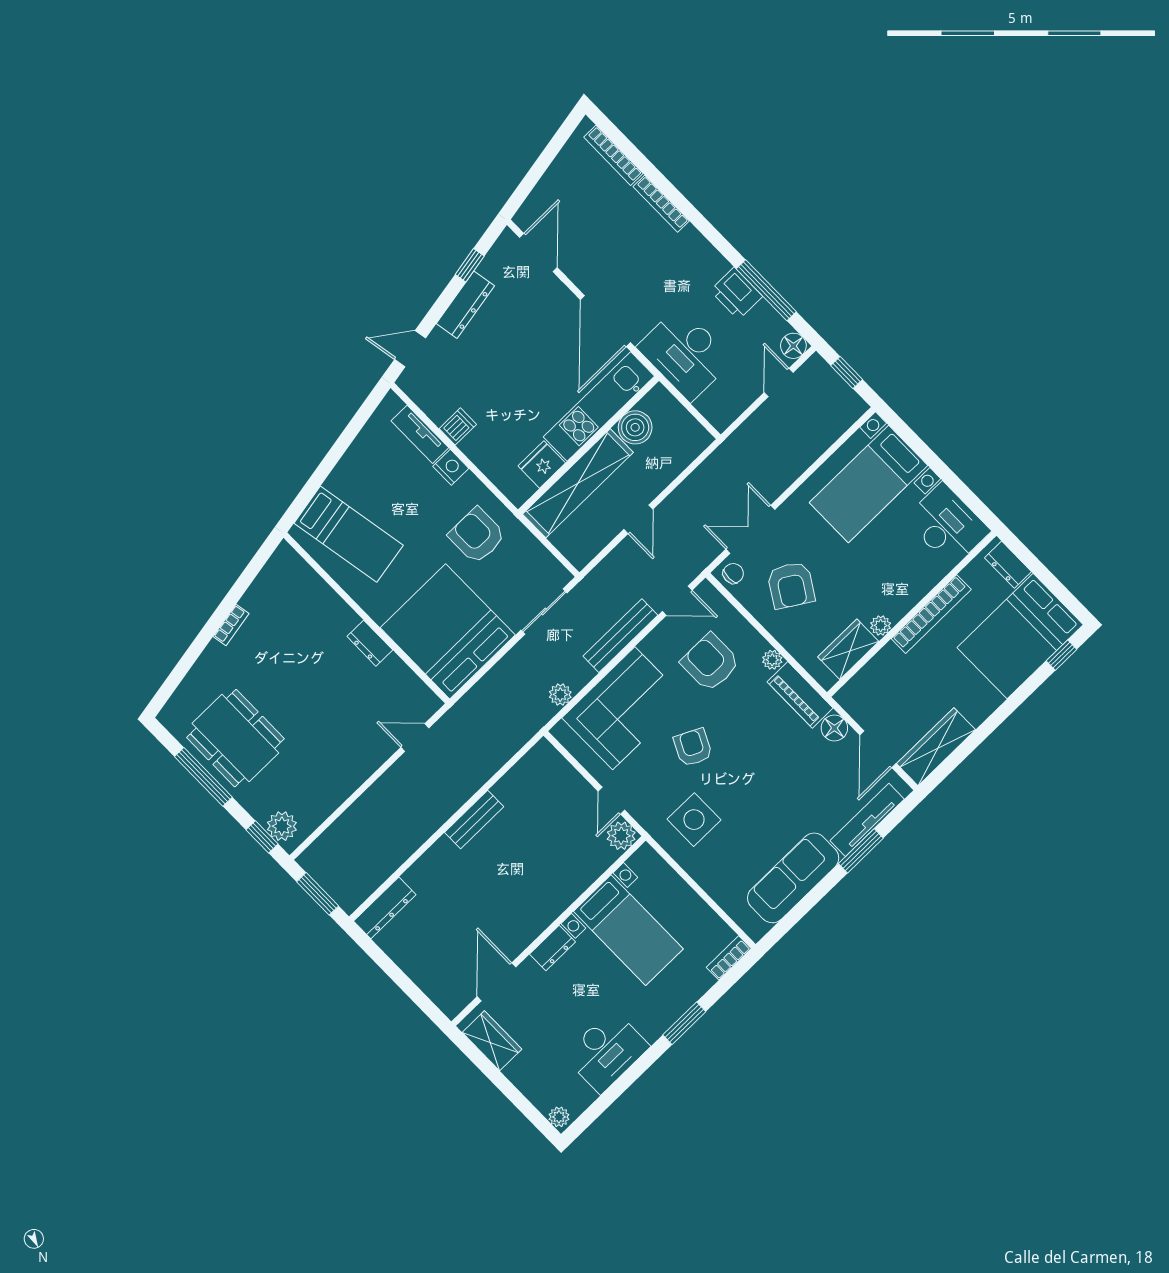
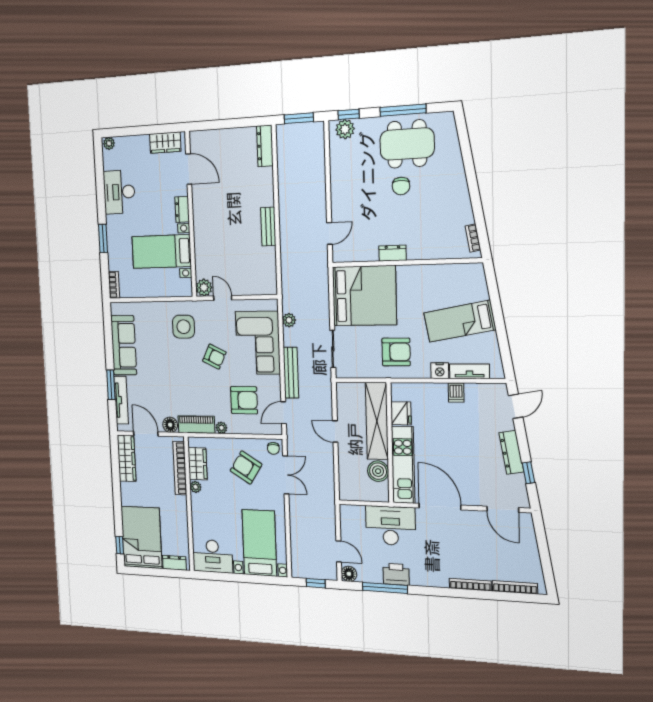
bed: (349, 534) -> (460, 321), moved
bookcase: (931, 614) -> (180, 468), moved
bookcase: (231, 625) -> (473, 238), moved
chair: (287, 702) -> (401, 186), added

